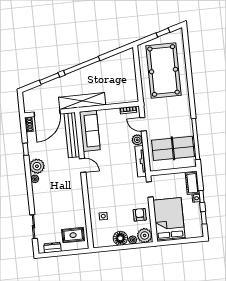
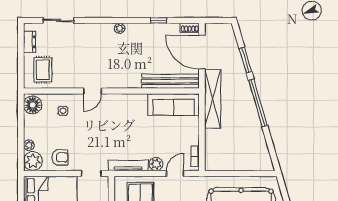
door: (83, 165) -> (92, 91), moved
plant: (37, 166) -> (135, 33), removed
floor lamp: (120, 238) -> (33, 105), moved

